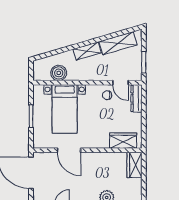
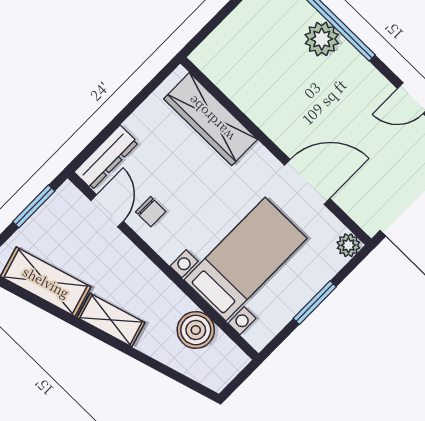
wardrobe: (123, 141) -> (211, 119), width x1.50
plant: (38, 143) -> (348, 245), added
door: (69, 150) -> (307, 182), hinge flipped
wardrobe: (135, 165) -> (220, 48), removed

